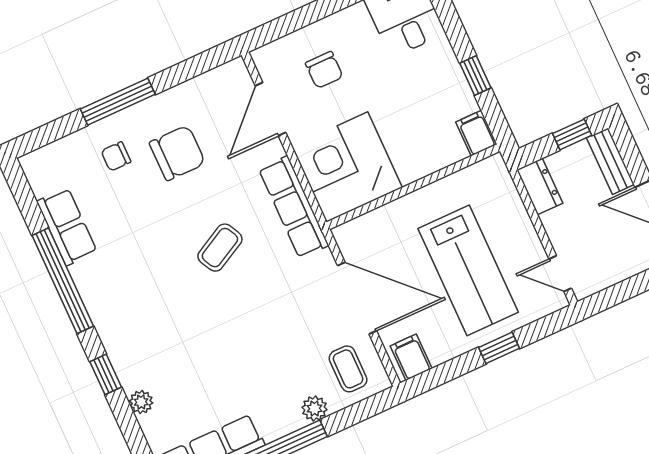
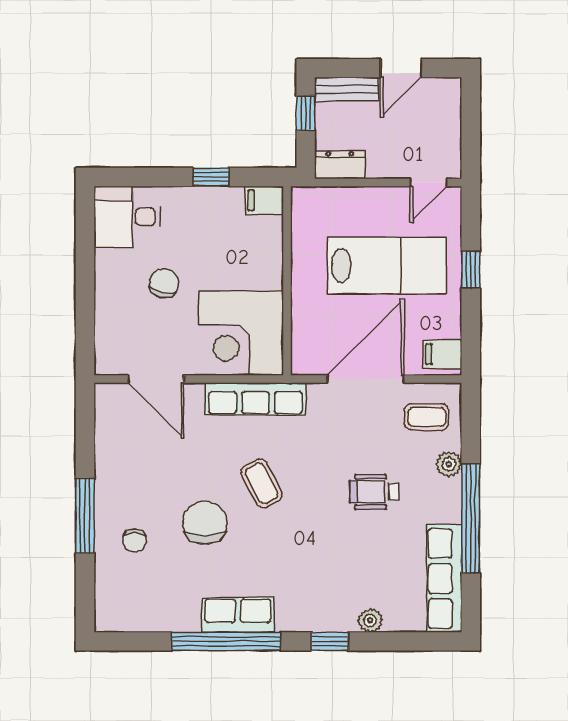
chair: (324, 70) -> (164, 283), moved, turned -77
chair: (177, 153) -> (205, 523), moved
row of seats: (67, 227) -> (238, 615), moved
wheelchair: (259, 353) -> (374, 492), added

